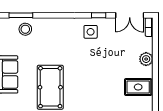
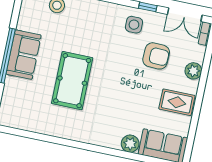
armchair: (114, 53) -> (156, 56), added

